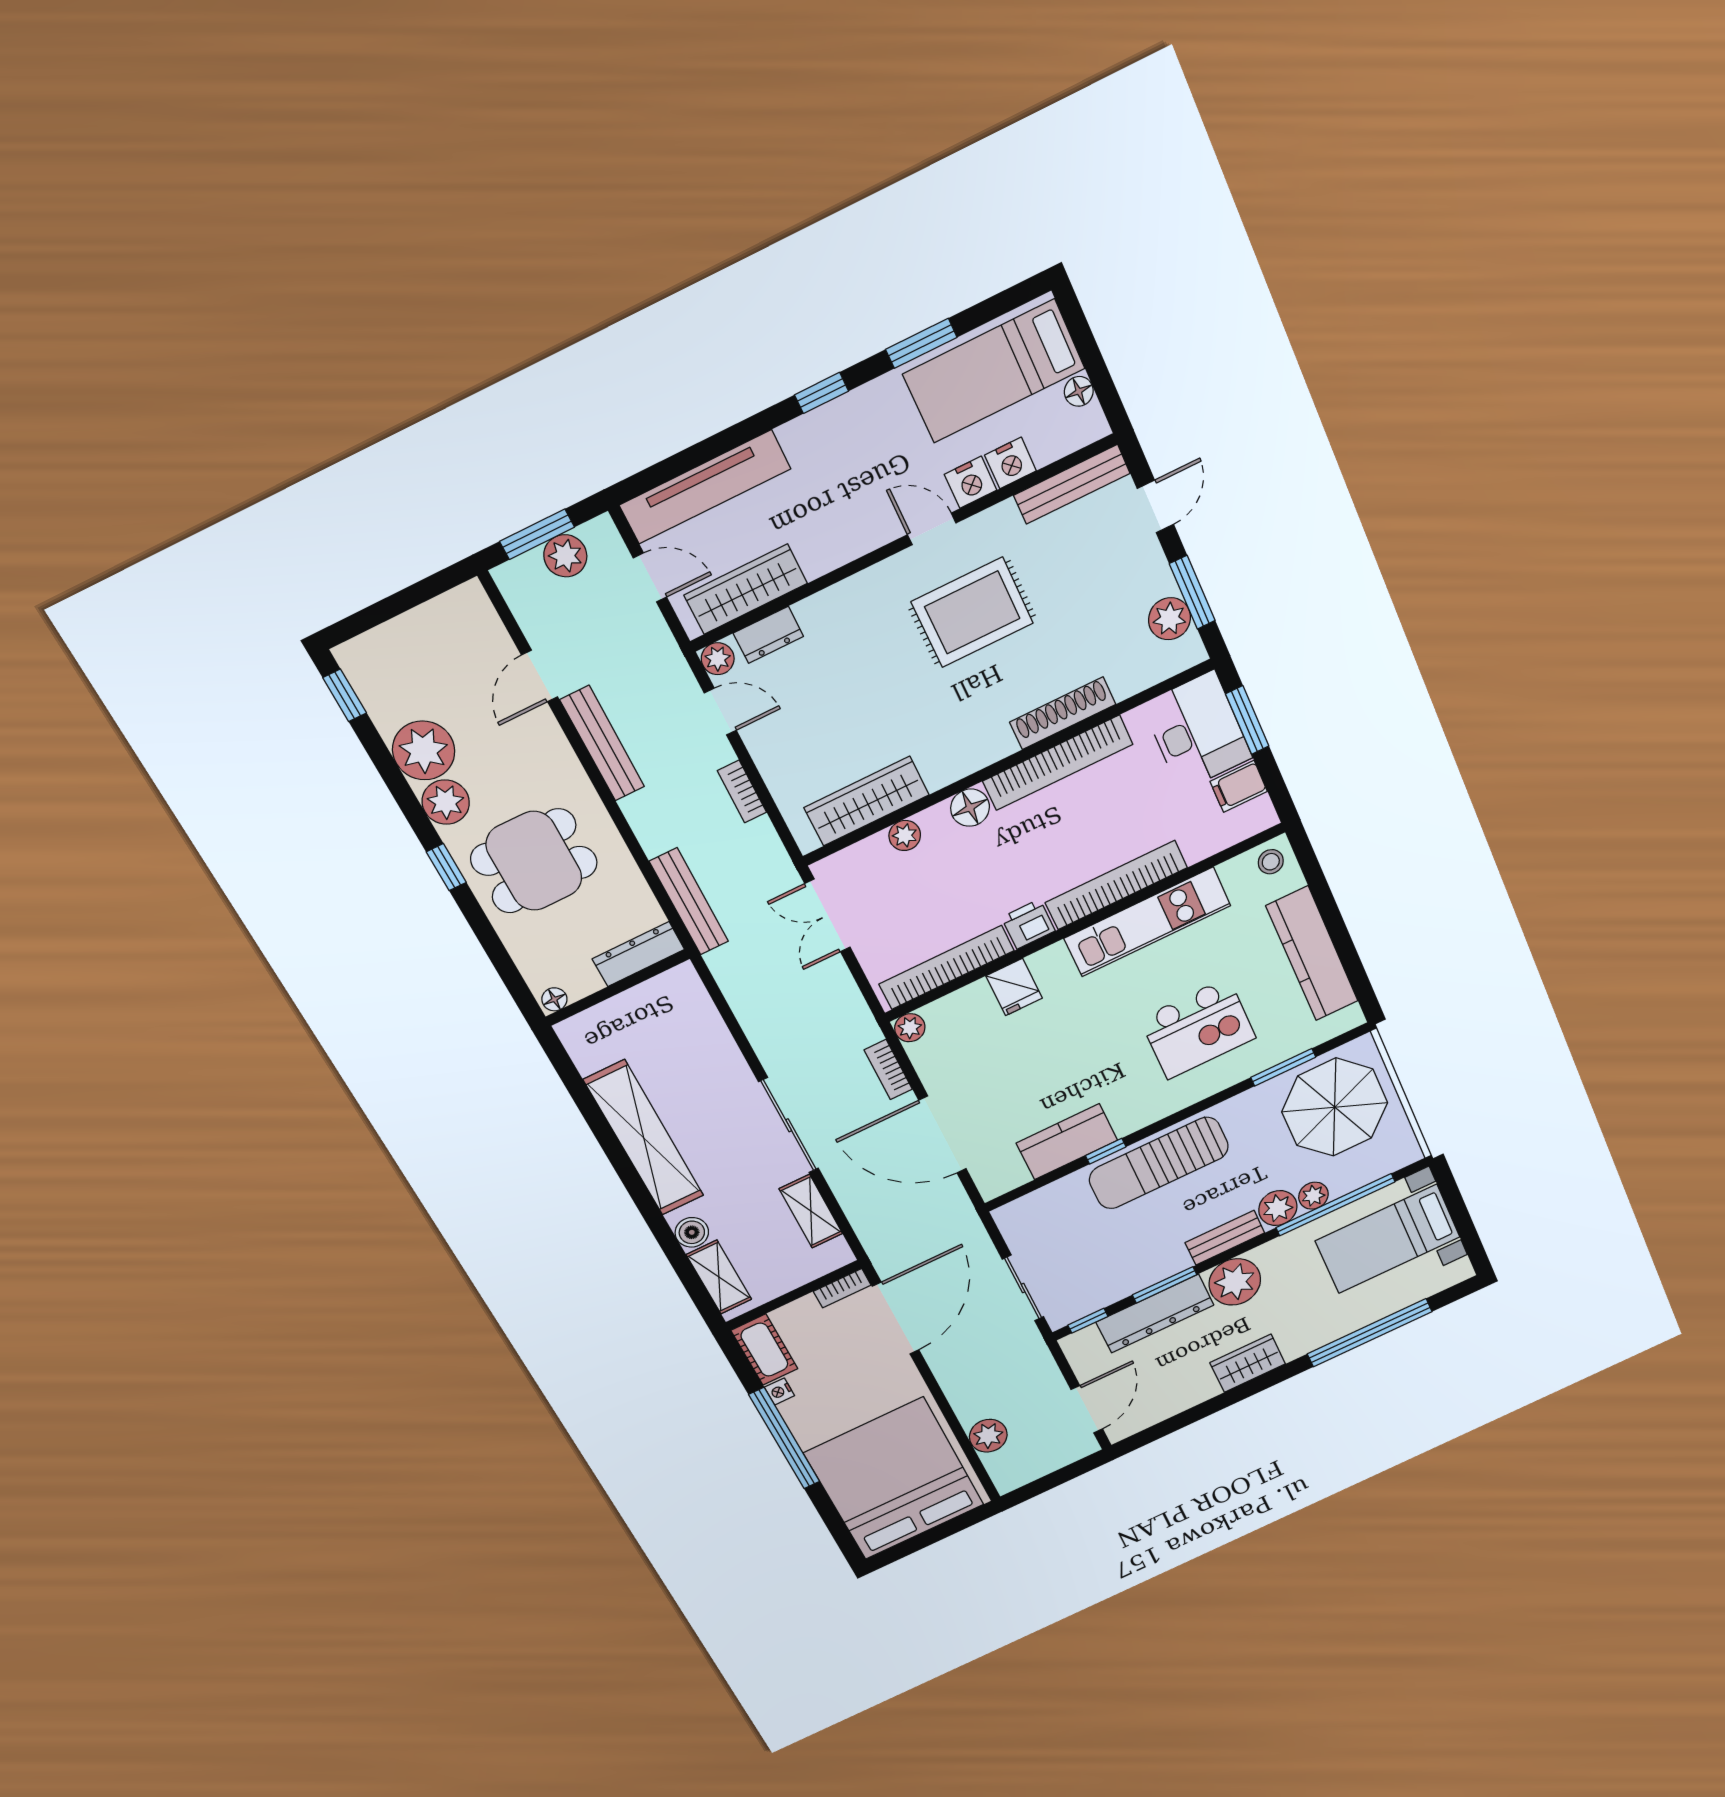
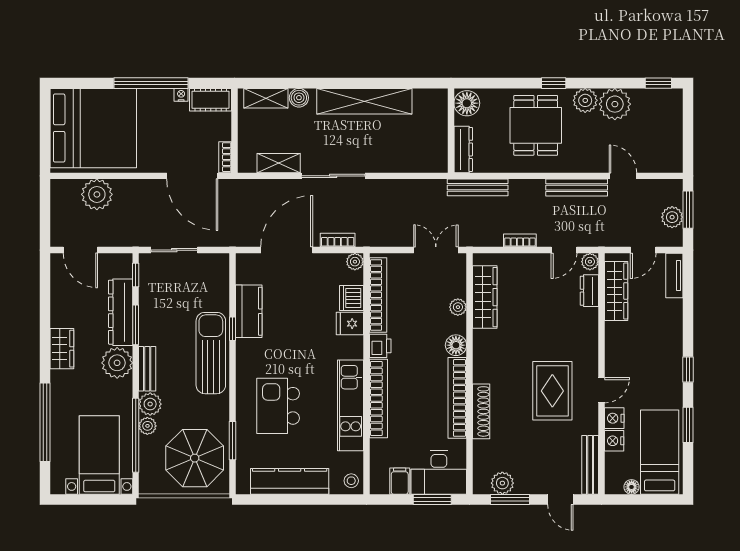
tv unit: (705, 487) -> (674, 276), width x0.52, depth x0.78
floor lamp: (554, 999) -> (467, 103), width x1.89, depth x1.89
dishwasher: (971, 1004) -> (352, 298), added
plant: (988, 1436) -> (97, 194), width x1.36, depth x1.36

